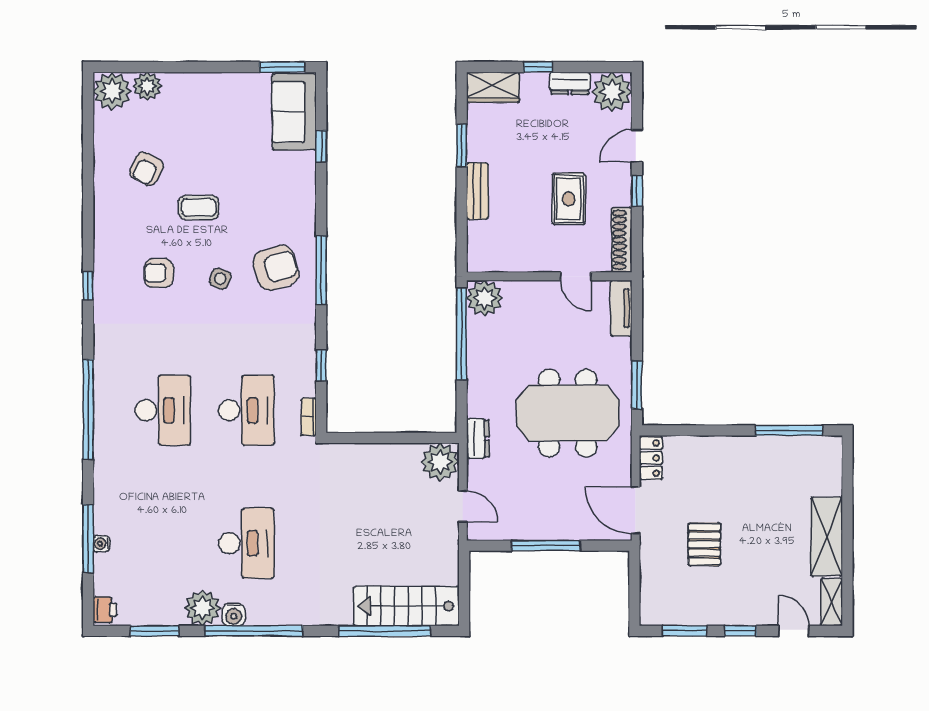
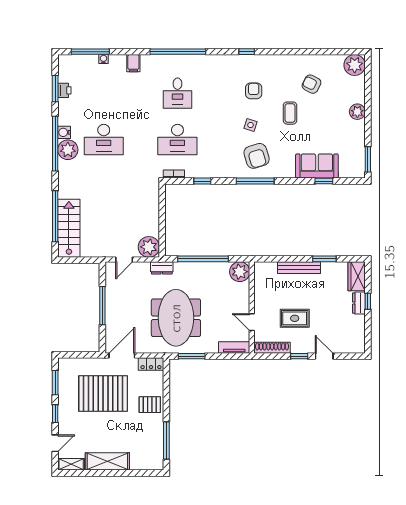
dresser: (570, 83) -> (359, 303), moved
plant: (147, 86) -> (357, 112), moved
plant: (612, 92) -> (354, 342), removed
sofa: (294, 112) -> (317, 166), moved
bench: (477, 191) -> (299, 268), width x1.36
door: (576, 276) -> (252, 322), hinge flipped
window: (462, 334) -> (203, 259), moved
desk: (163, 410) -> (177, 93), width x0.73
pallet: (724, 460) -> (150, 405), added
filing cabinet: (109, 490) -> (133, 63), added
window: (88, 539) -> (90, 52), moved
pallet: (704, 544) -> (103, 394), width x2.05, depth x2.00
plant: (202, 608) -> (68, 150), moved
printer: (105, 610) -> (64, 90), moved, turned -90

